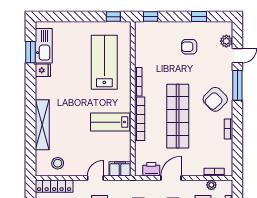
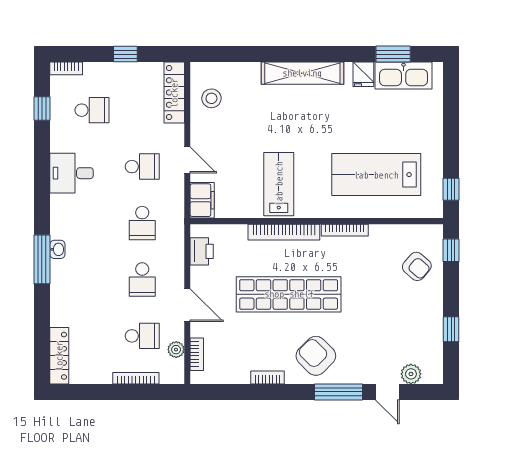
armchair: (189, 47) -> (417, 266), moved, turned 131
lab bench: (104, 62) -> (376, 175), turned 180
shelving: (42, 125) -> (302, 73), moved
door: (171, 178) -> (187, 305), moved

